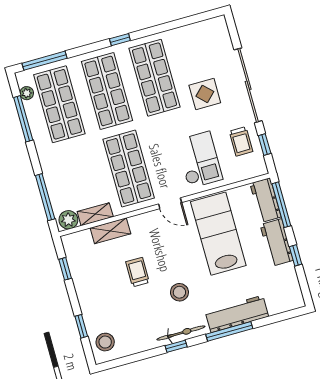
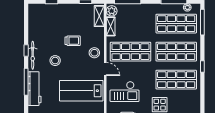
door: (170, 203) -> (105, 69), swing flipped
shelving: (110, 231) -> (99, 16), moved
lab bench: (218, 234) -> (81, 91), turned 180
stool: (105, 342) -> (94, 53), moved

